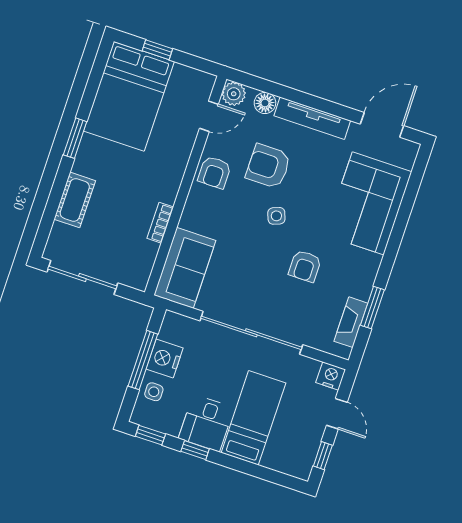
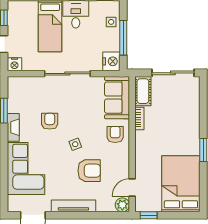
window: (157, 50) -> (149, 215), moved
floor lamp: (265, 103) -> (103, 206), removed
armchair: (214, 172) -> (115, 134), moved
cot: (75, 200) -> (143, 91), moved
fireplace: (351, 322) -> (13, 127), moved
sliding door: (251, 333) -> (67, 74), width x0.73
nightstand: (165, 358) -> (111, 61), moved

